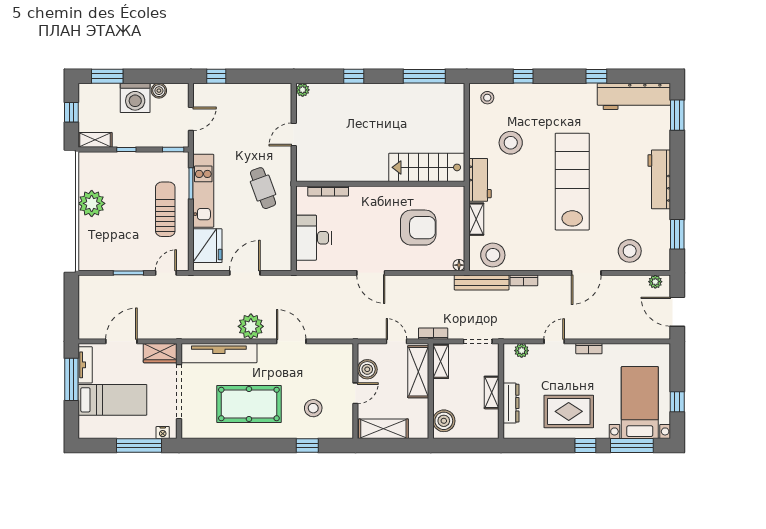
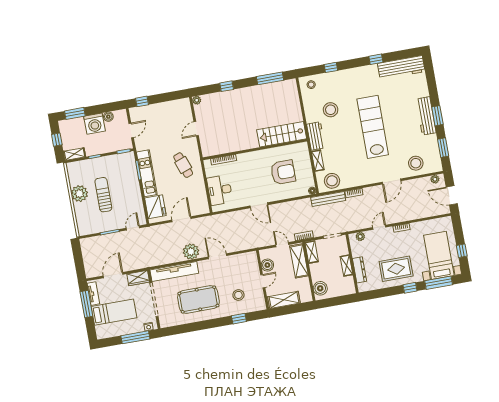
window: (677, 115) -> (437, 116), moved
sun lounger: (165, 209) -> (103, 195), moved

